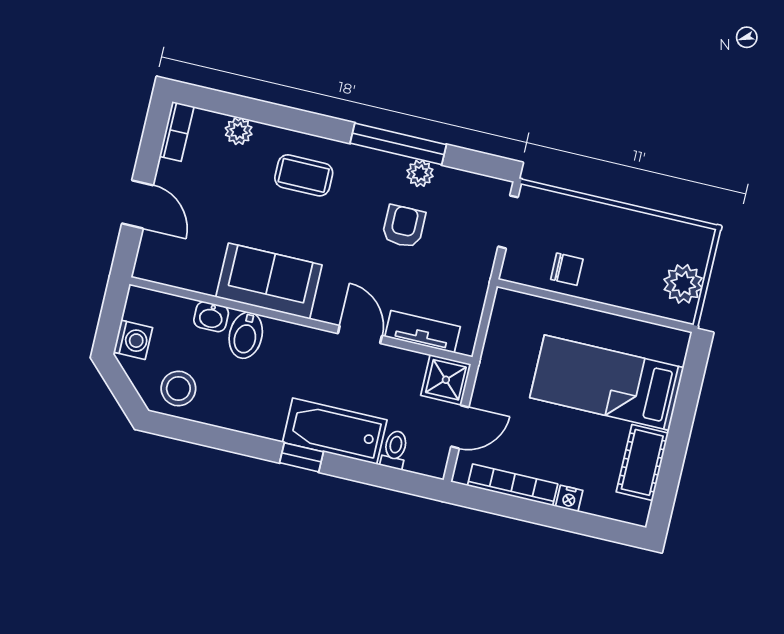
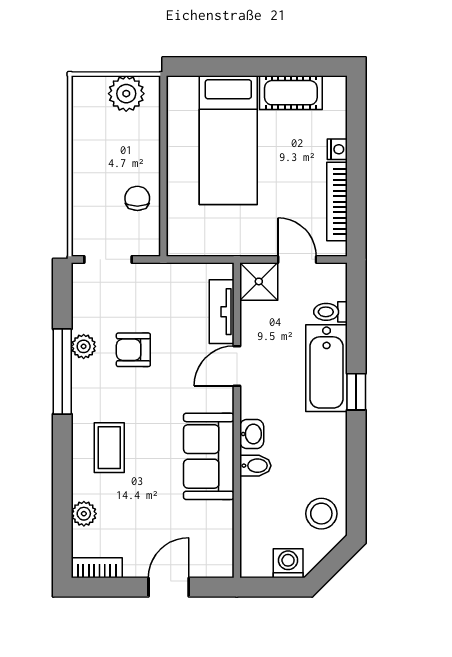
washbasin: (211, 317) -> (252, 434), moved
bidet: (246, 335) -> (255, 466), width x0.72, depth x0.74

